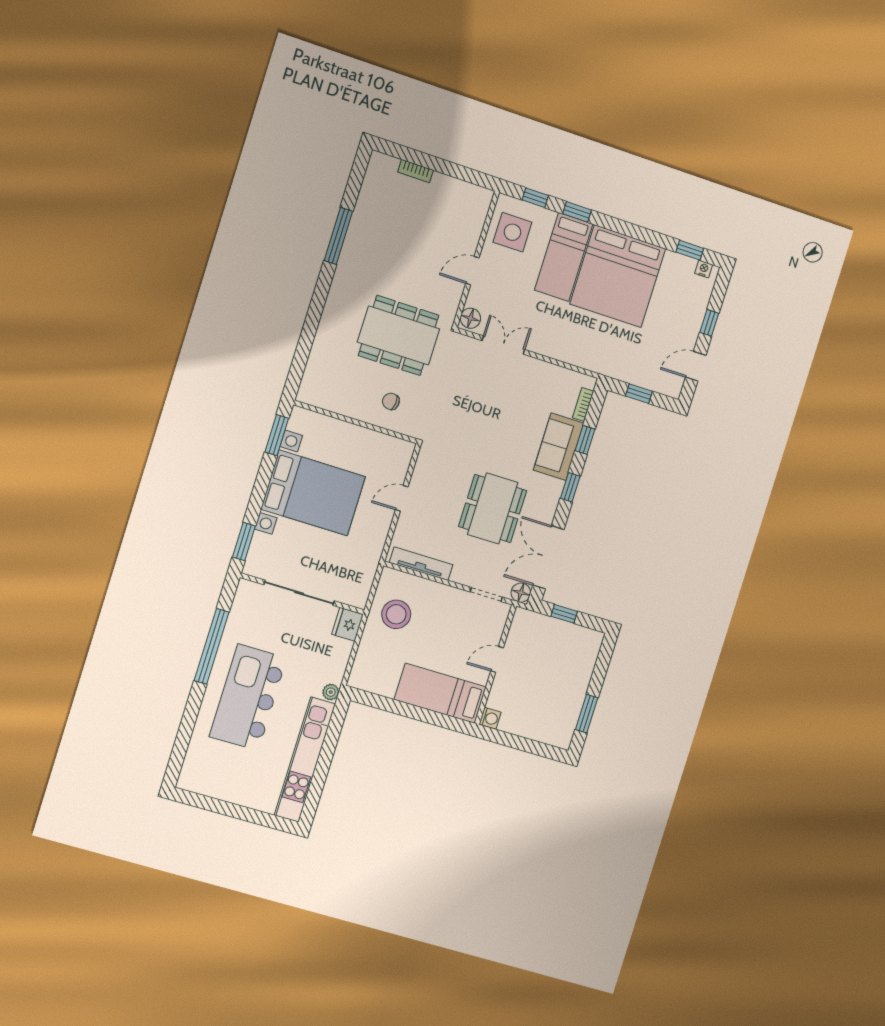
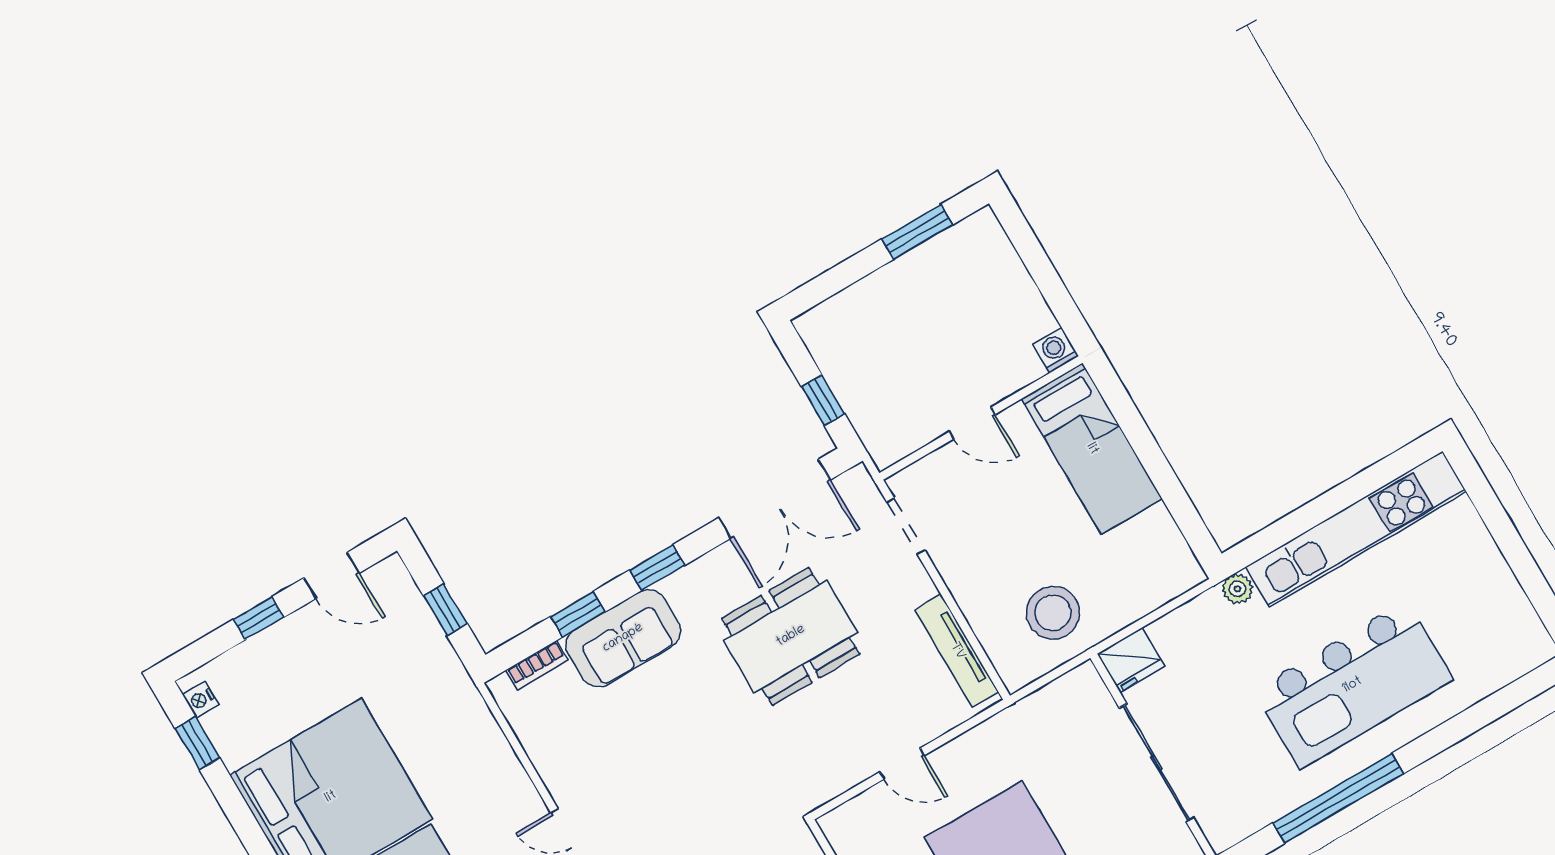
floor lamp: (521, 593) -> (856, 485), removed

